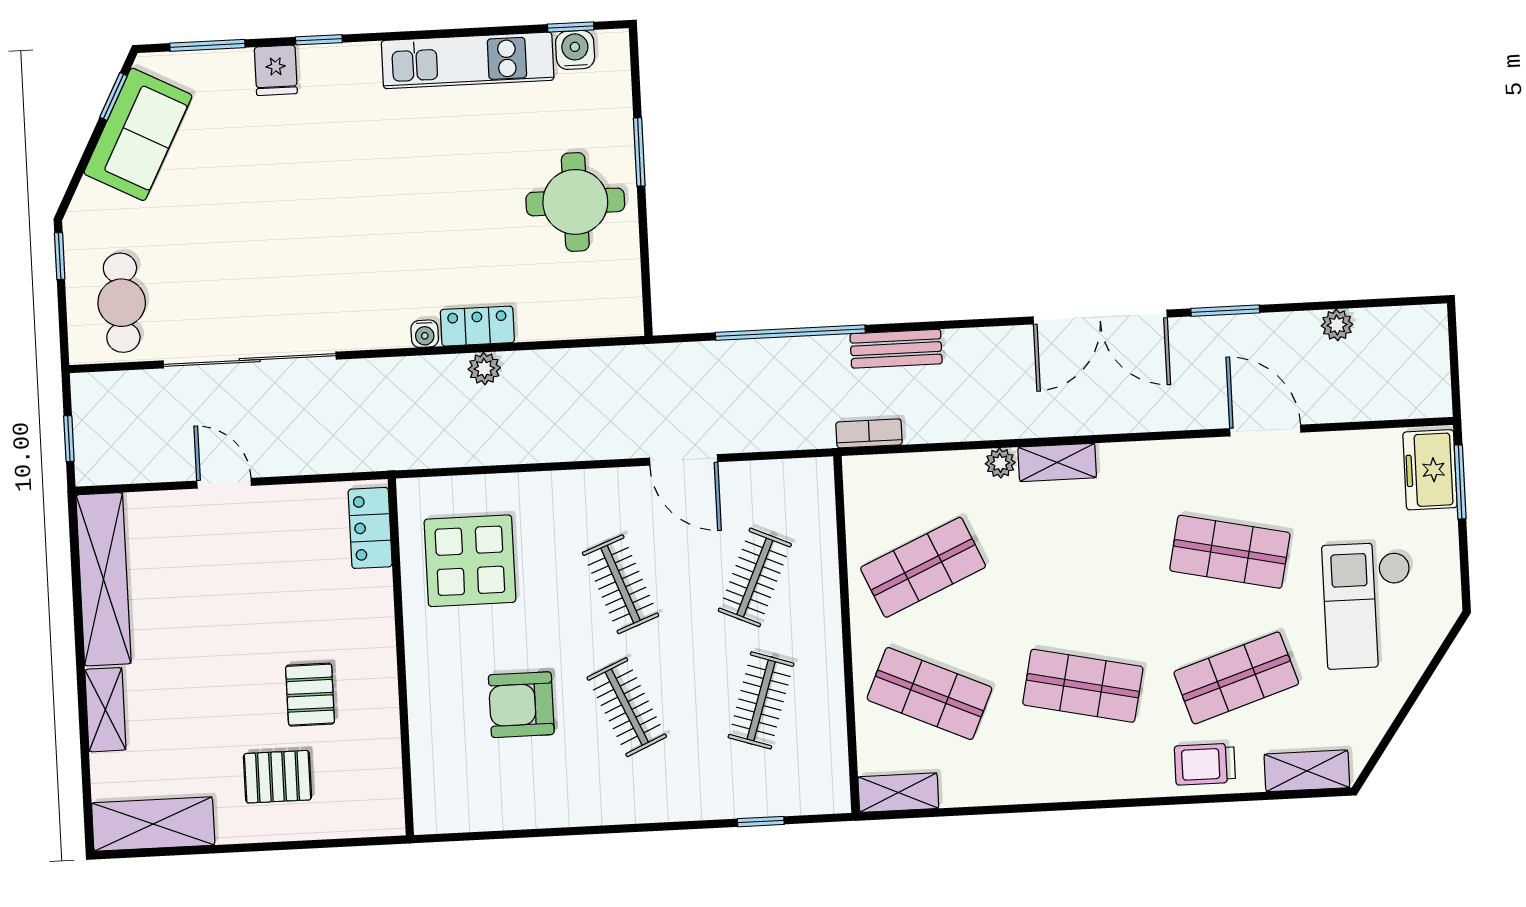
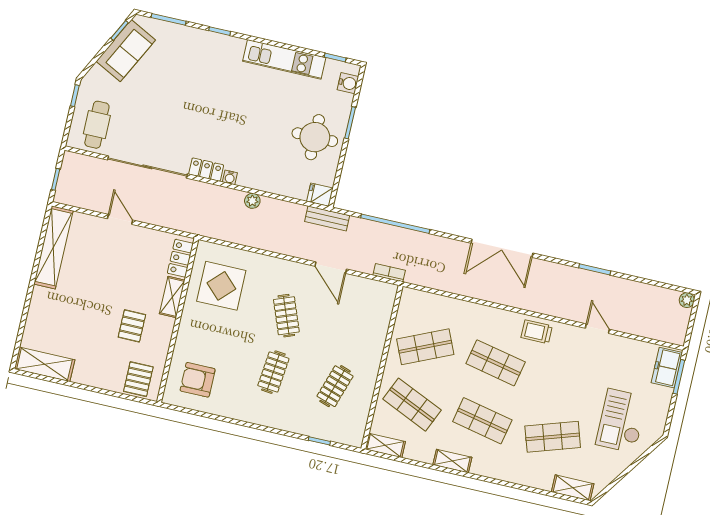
water cooler: (575, 50) -> (348, 83), moved, turned 90
fridge: (276, 70) -> (320, 195), moved, turned 90
double door: (1100, 317) -> (502, 248), moved
plant: (1337, 325) -> (687, 300), moved
locker: (477, 326) -> (206, 170), moved
bench: (896, 349) -> (327, 218), moved
door: (1265, 430) -> (597, 329), width x0.73
bookcase: (869, 433) -> (389, 273), moved
shelving: (1057, 462) -> (452, 461), moved
plant: (1000, 463) -> (473, 309), removed
shop shelf: (1230, 552) -> (496, 363), moved
clothes rail: (755, 577) -> (348, 330), removed
armchair: (521, 705) -> (198, 380), moved
clothes rail: (627, 707) -> (273, 372), turned 30
shelving: (105, 710) -> (172, 297), moved
trolley: (1205, 764) -> (537, 332), moved
pallet: (277, 777) -> (138, 379), moved, turned 90

